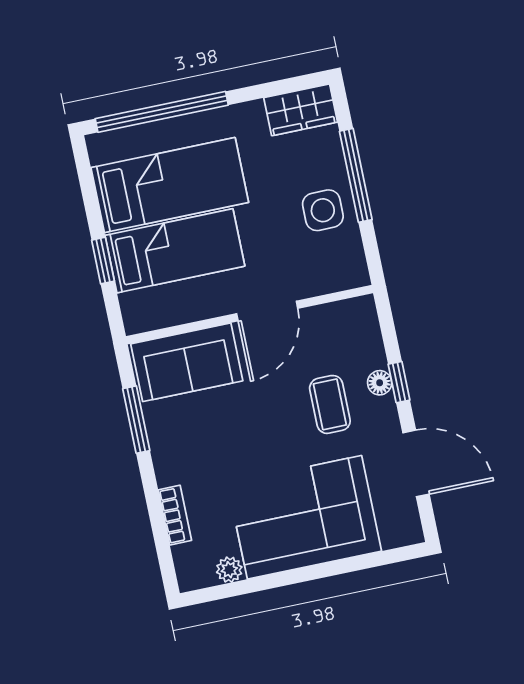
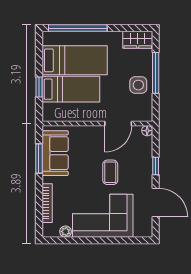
door: (267, 311) -> (118, 123), moved
sofa: (187, 362) -> (55, 153), moved, turned -90
floor lamp: (380, 383) -> (147, 131), moved
coffee table: (330, 404) -> (110, 172), moved
bookcase: (175, 515) -> (47, 203), width x1.56

